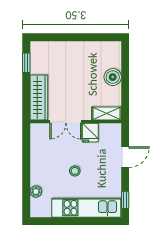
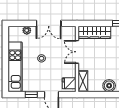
fridge: (90, 133) -> (69, 83), moved
double door: (26, 161) -> (49, 23), added
window: (125, 200) -> (31, 95), moved

